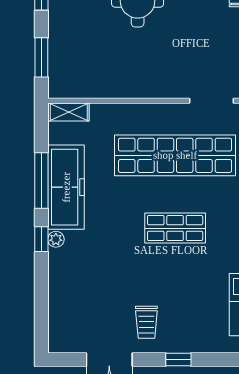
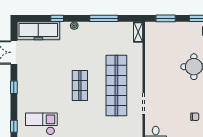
freezer: (66, 187) -> (38, 31), moved
window: (41, 239) -> (57, 18), moved
trolley: (146, 322) -> (33, 71), removed

